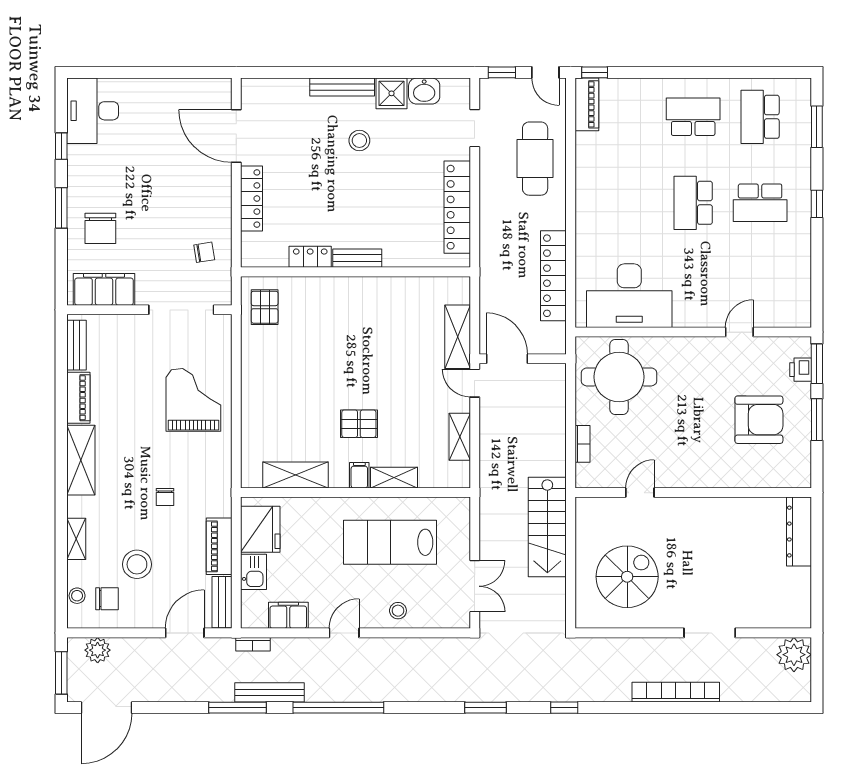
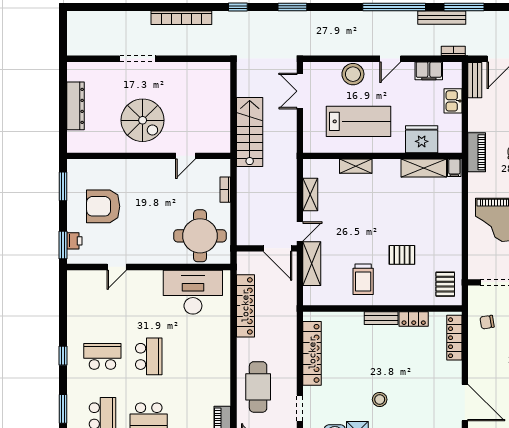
locker: (252, 199) -> (454, 338), moved
trolley: (383, 314) -> (363, 279), added
door: (475, 383) -> (300, 232), hinge flipped
window: (817, 420) -> (63, 186), moved
pallet: (359, 424) -> (402, 255), moved
filing cabinet: (359, 475) -> (454, 168), moved
fridge: (260, 529) -> (422, 139), moved, turned 90
dresser: (799, 532) -> (75, 106), moved
piano: (219, 546) -> (477, 152), moved
spiral stairs: (627, 577) -> (143, 120), moved, turned -90
stool: (398, 611) -> (353, 74), width x1.89, depth x1.89
plant: (794, 655) -> (79, 44), removed
bookcase: (676, 692) -> (181, 18), moved

